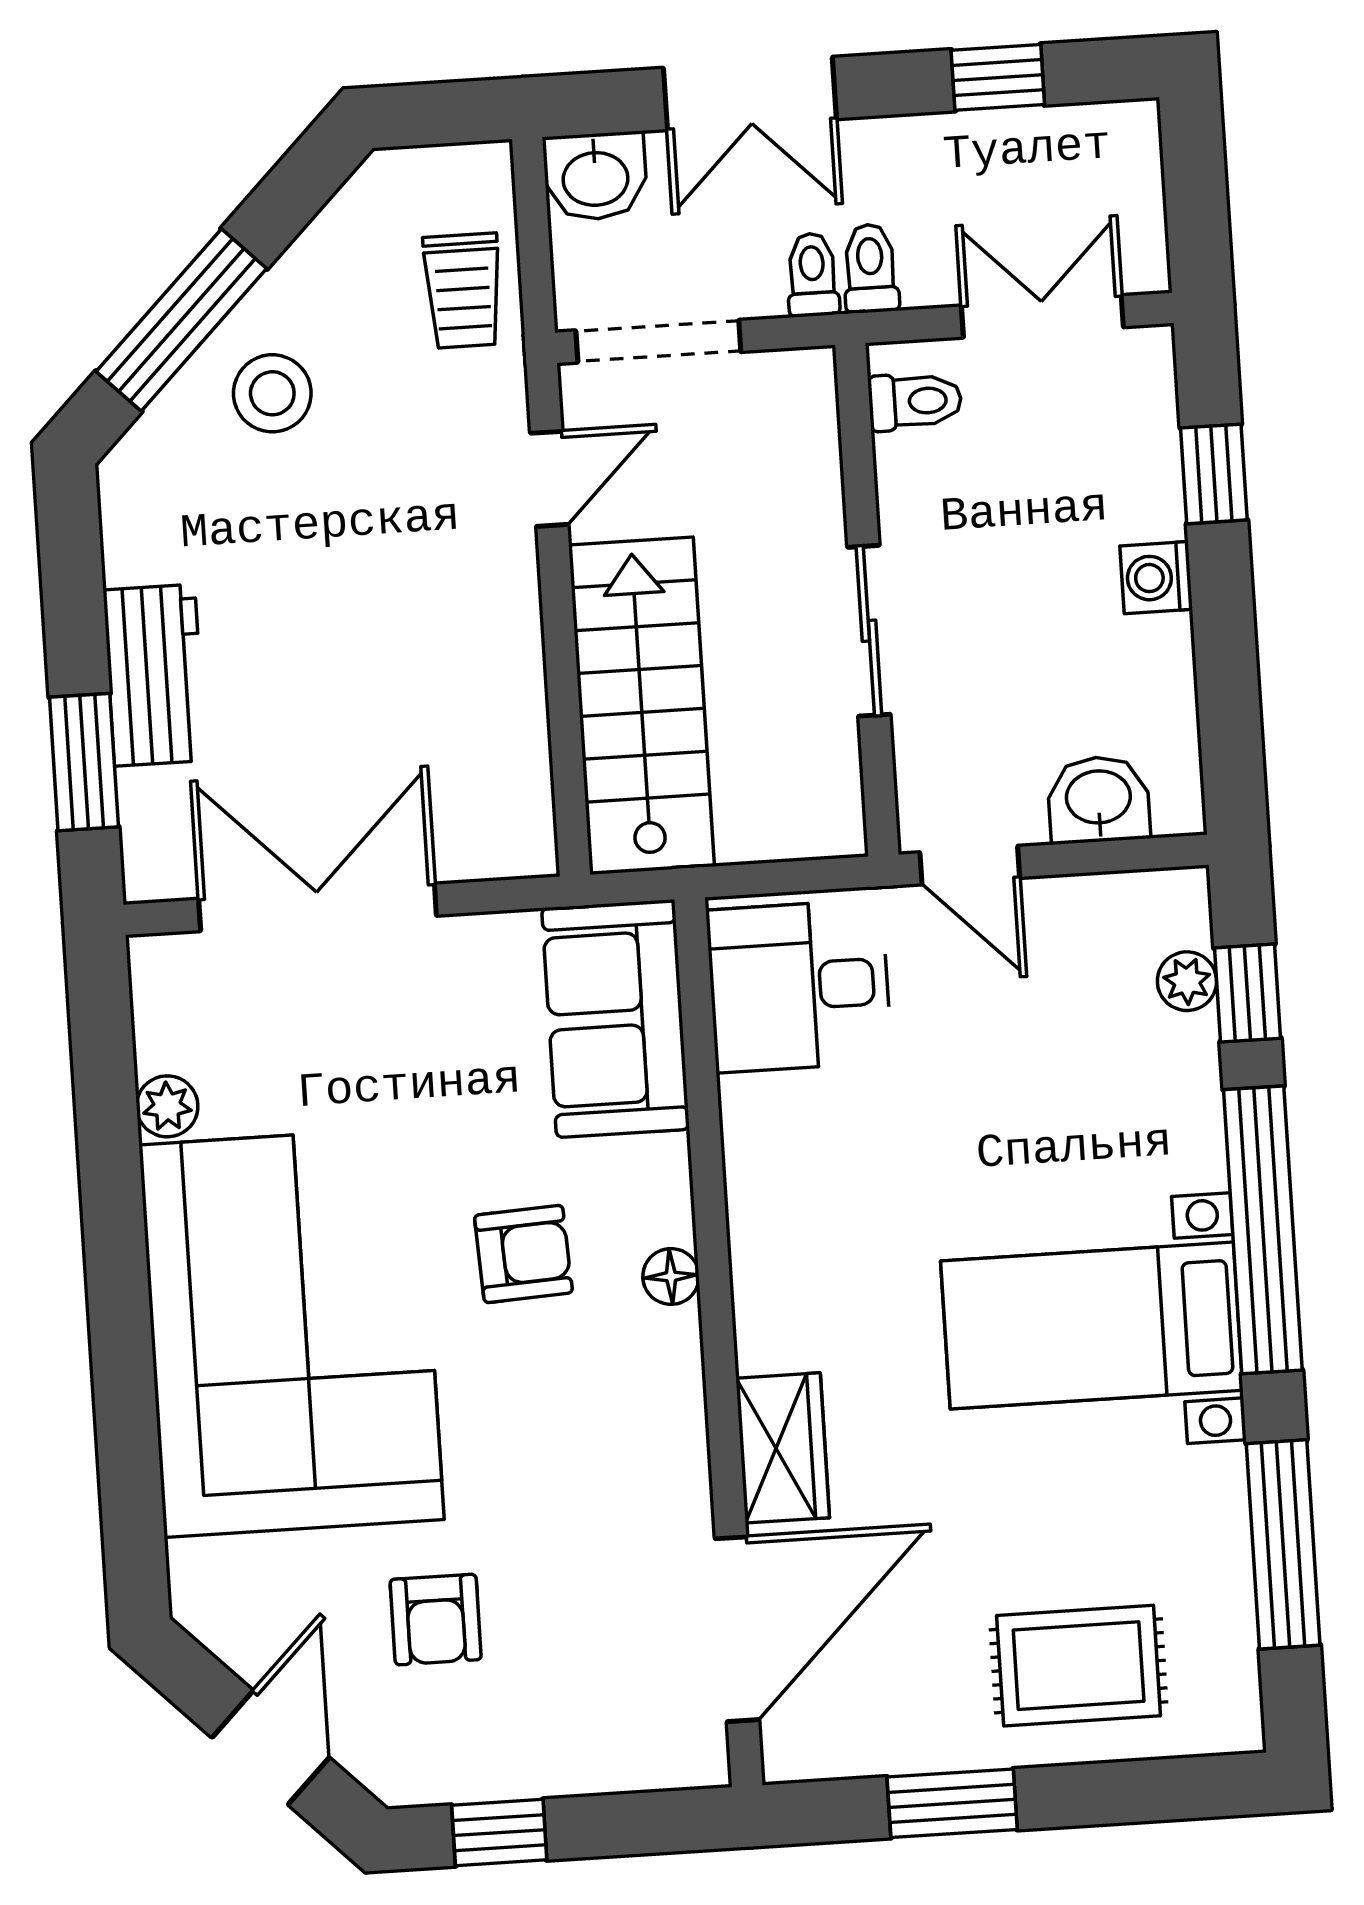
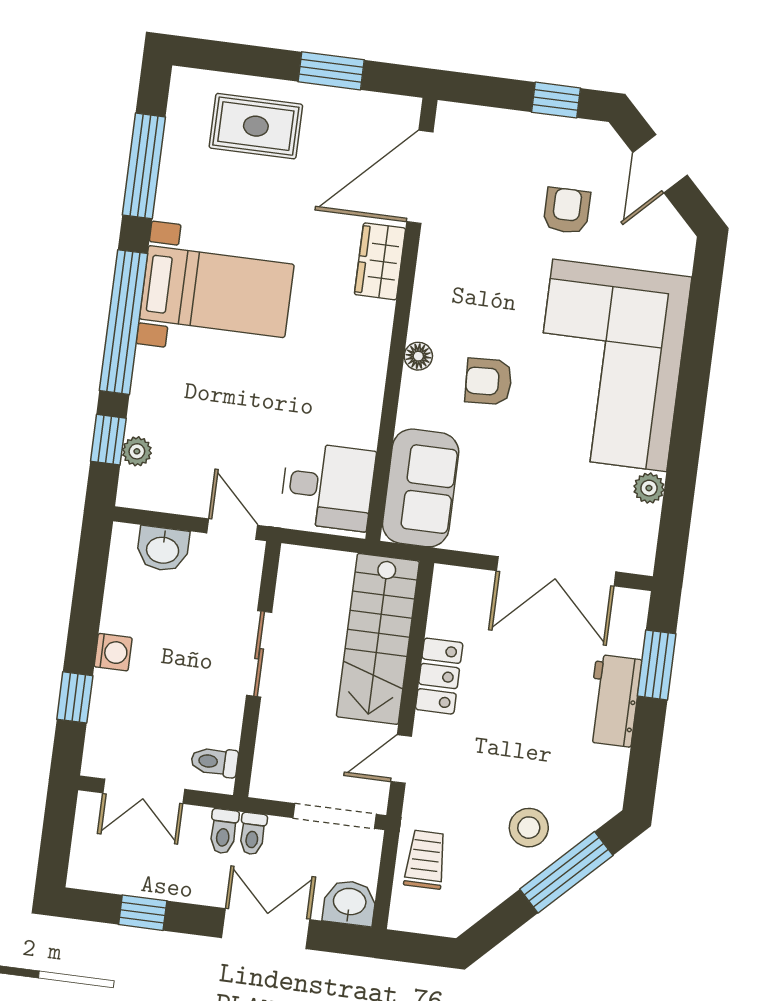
locker: (507, 656) -> (439, 676), added

